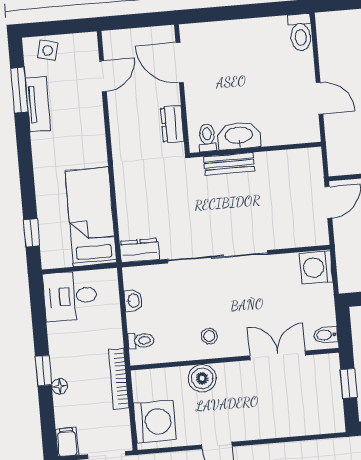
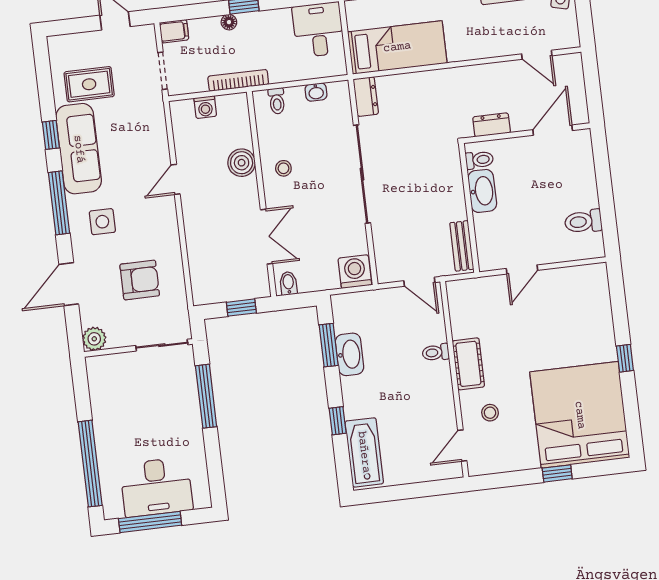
toilet: (300, 32) -> (583, 222), moved
bench: (229, 164) -> (462, 246), moved
washing machine: (155, 422) -> (205, 107), width x0.53, depth x0.53

